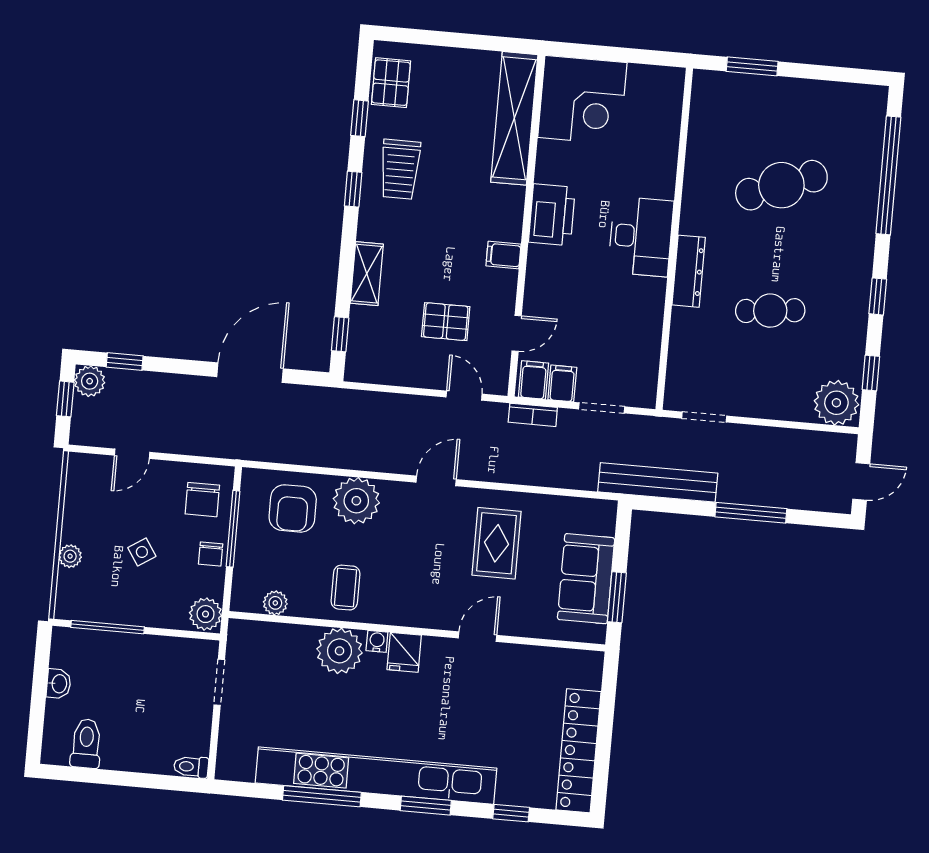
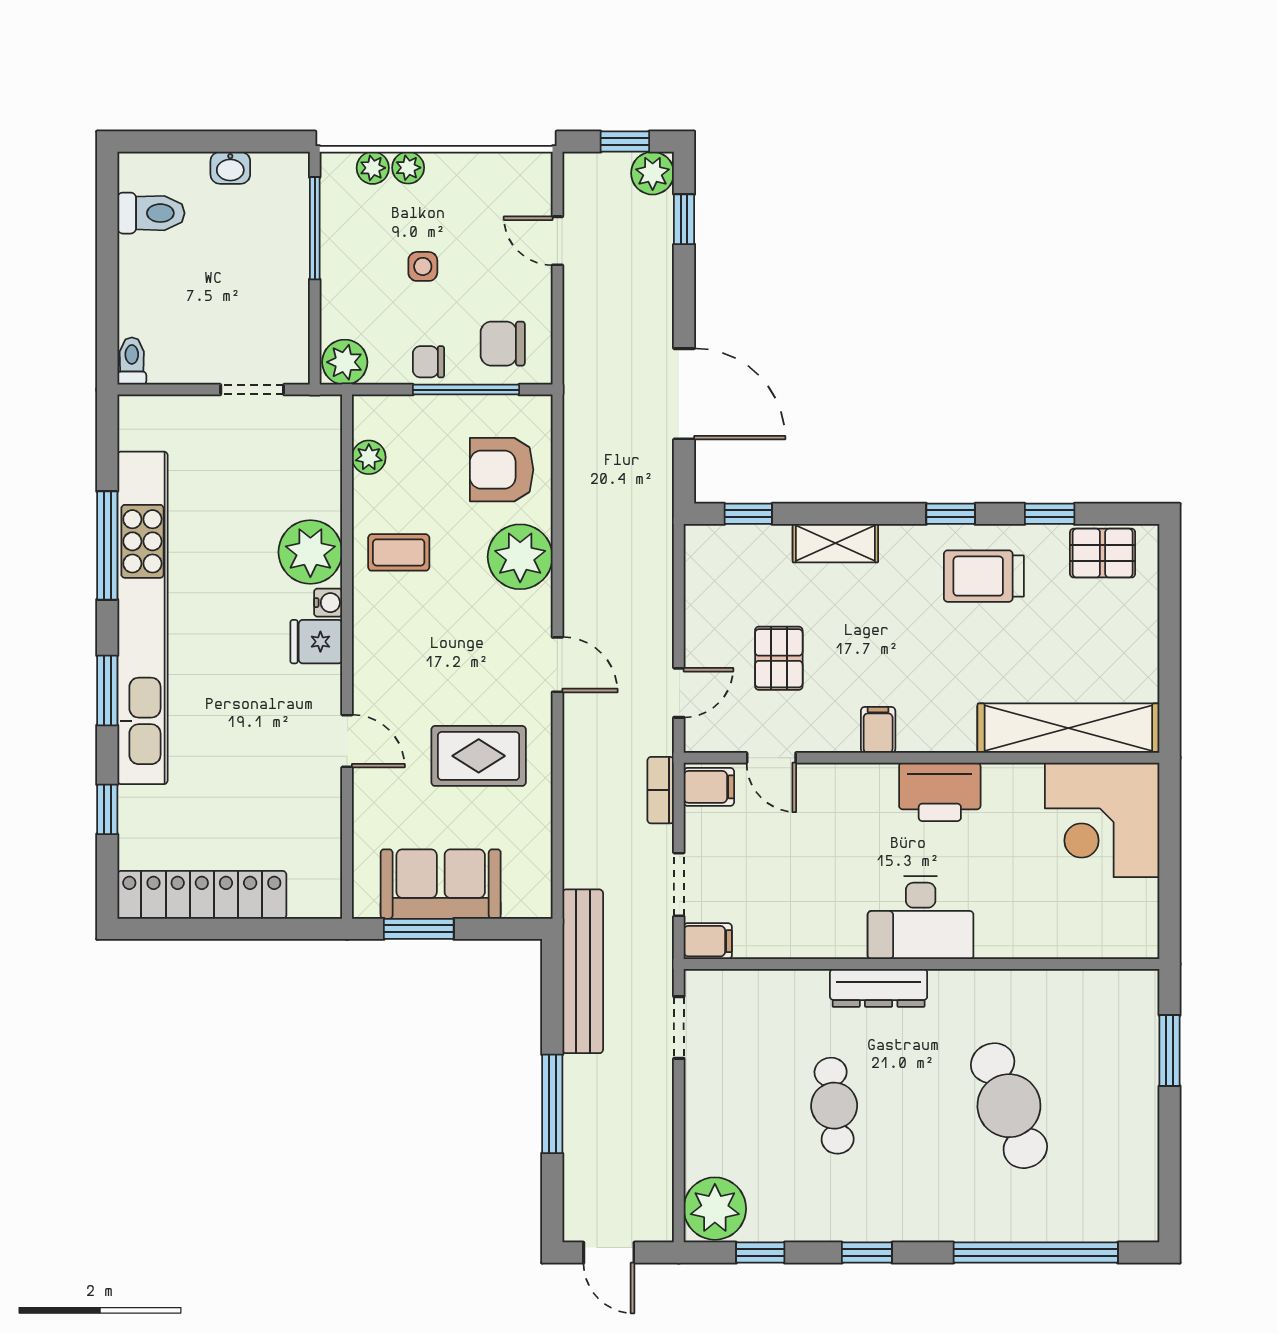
filing cabinet: (562, 383) -> (708, 941), moved
side table: (142, 552) -> (423, 266), turned 33
plant: (68, 582) -> (373, 168), added

